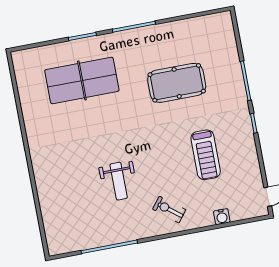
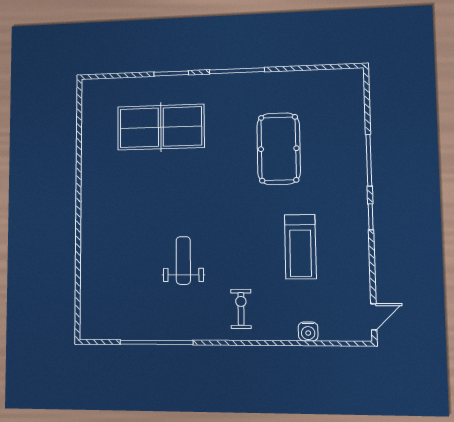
pool table: (177, 83) -> (279, 149), turned 90
weight bench: (119, 181) -> (183, 260), turned 180
exercise bike: (169, 209) -> (241, 309), turned 52

